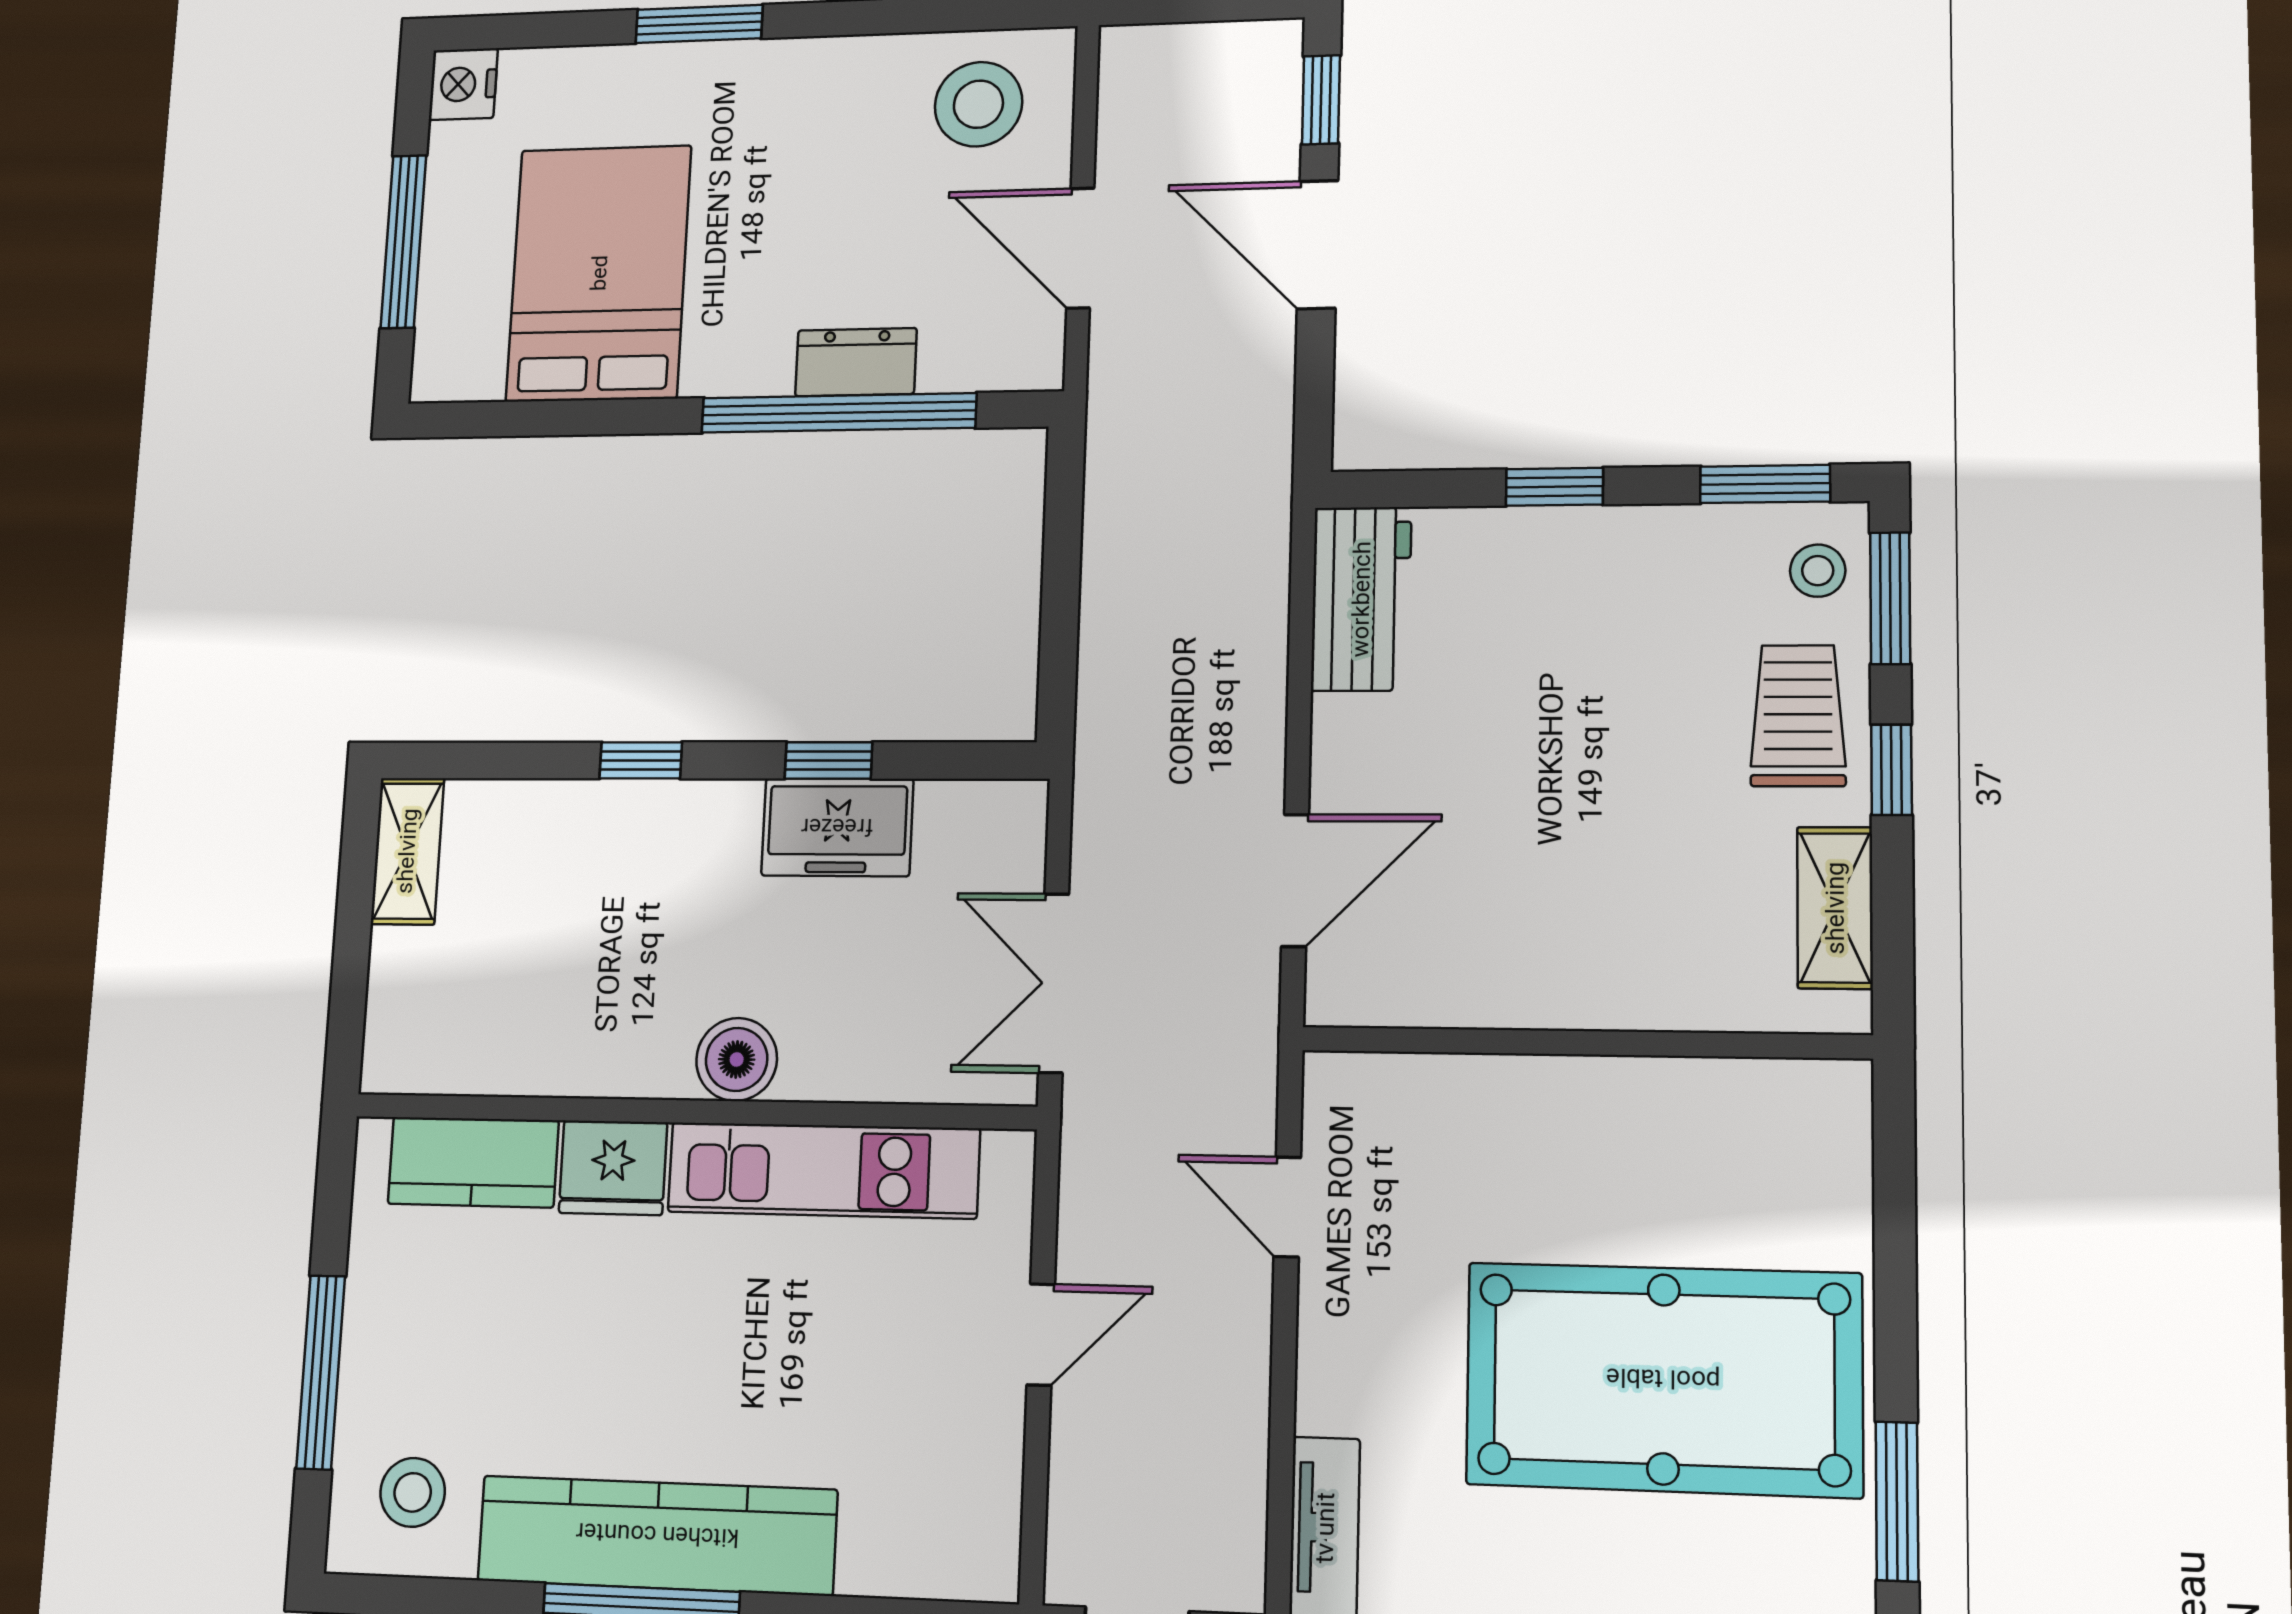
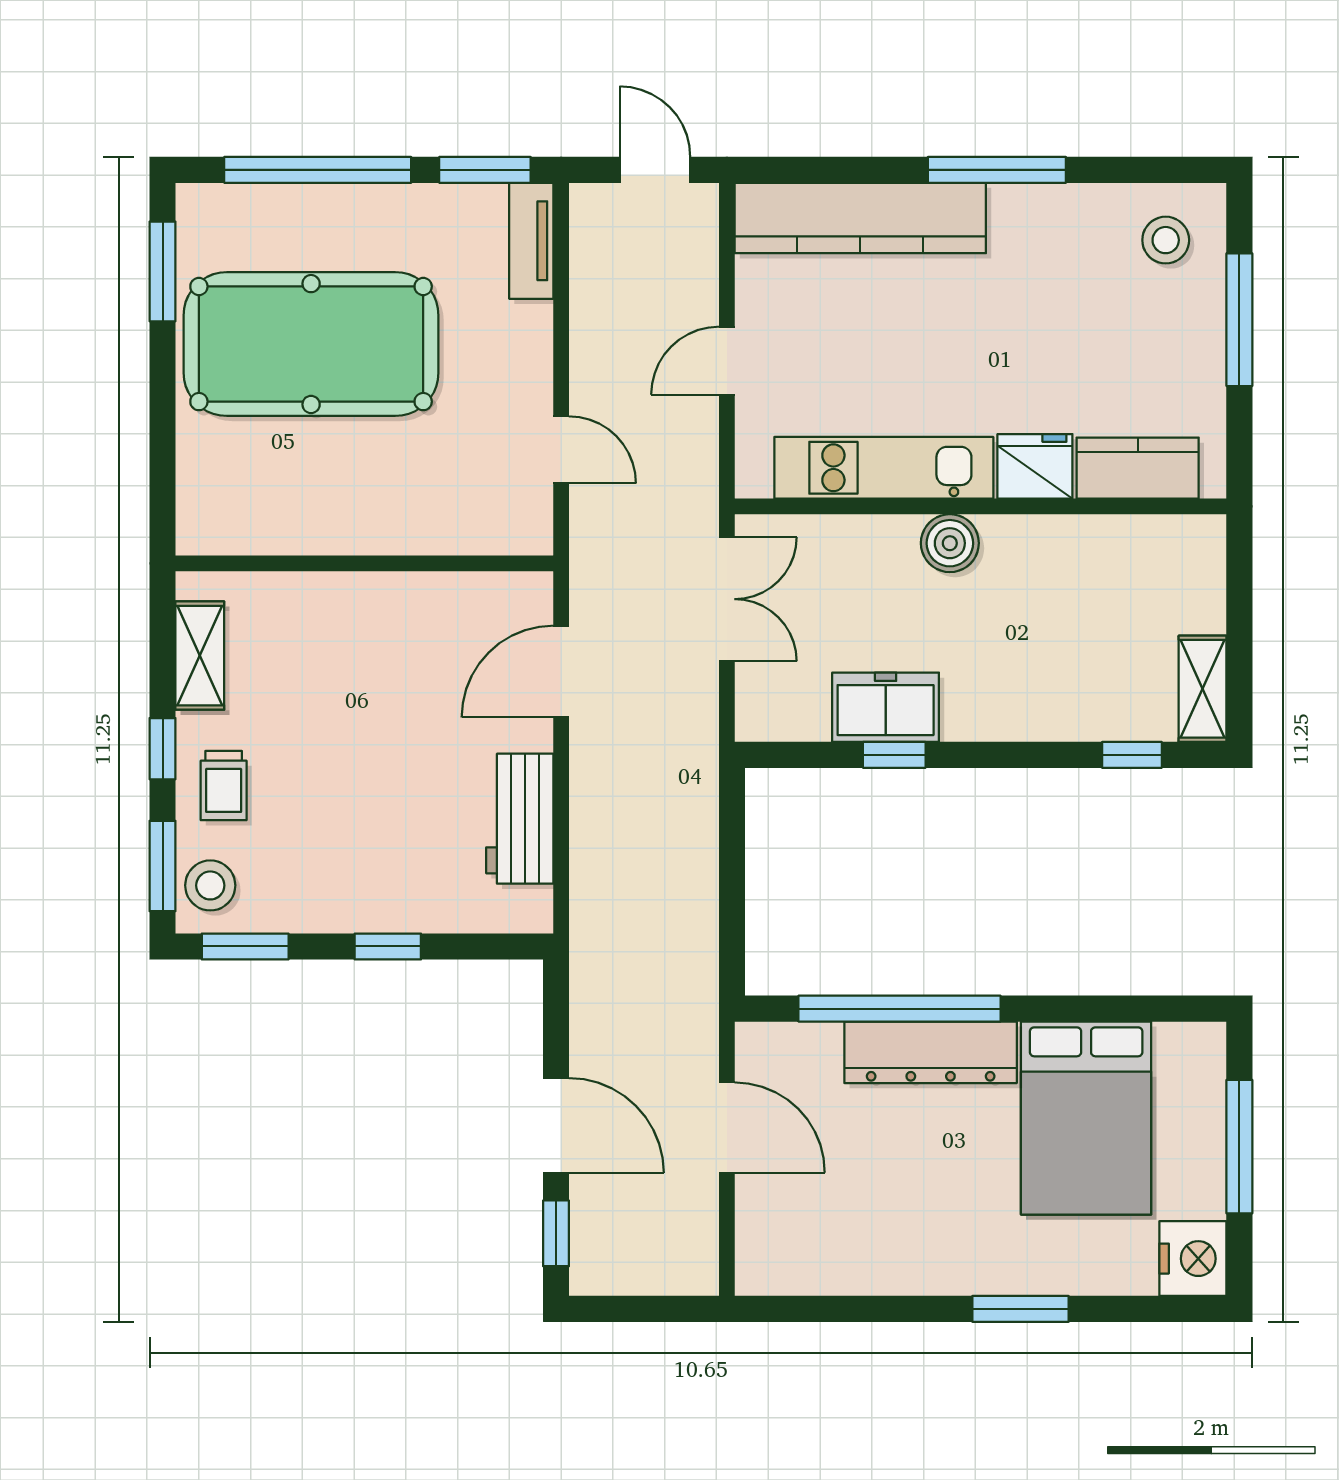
nightstand: (463, 84) -> (1193, 1259), width x1.36, depth x1.33
stool: (978, 104) -> (806, 1239), removed
dresser: (856, 362) -> (931, 1052), width x1.96, depth x1.24
stool: (1818, 571) -> (210, 885), width x1.37, depth x1.37
workbench: (1361, 599) -> (520, 819), moved
trolley: (1798, 716) -> (224, 786), width x0.73, depth x0.72
window: (641, 760) -> (1132, 755), moved
kitchen counter: (657, 1535) -> (860, 218), moved

